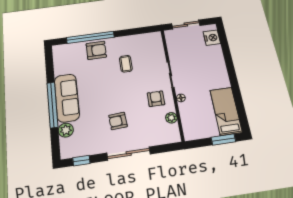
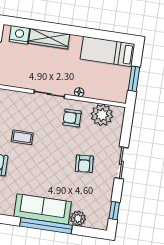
wardrobe: (218, 61) -> (49, 39), added
plant: (171, 118) -> (102, 115), width x1.87, depth x1.87
window: (223, 140) -> (134, 79), moved
sliding door: (129, 154) -> (121, 163), width x0.73

